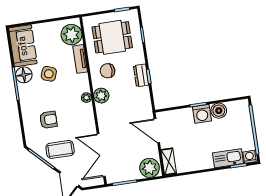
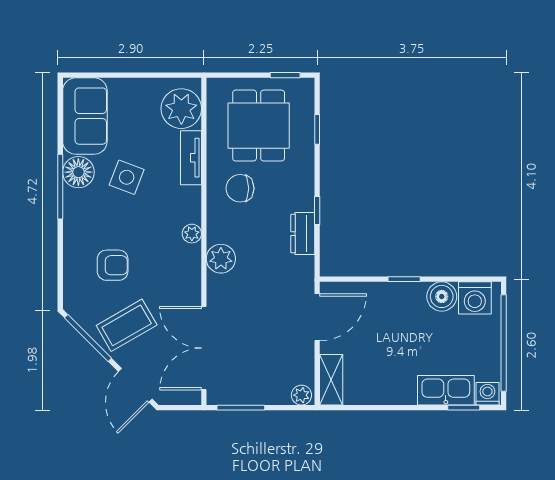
dining table: (112, 37) -> (259, 126), turned 90
dresser: (141, 75) -> (303, 234), moved
plant: (101, 96) -> (221, 259), moved
washing machine: (202, 114) -> (475, 298), moved
door: (157, 131) -> (317, 317), swing flipped
coffee table: (60, 149) -> (127, 325), turned -30
plant: (150, 168) -> (301, 395), width x0.53, depth x0.53

